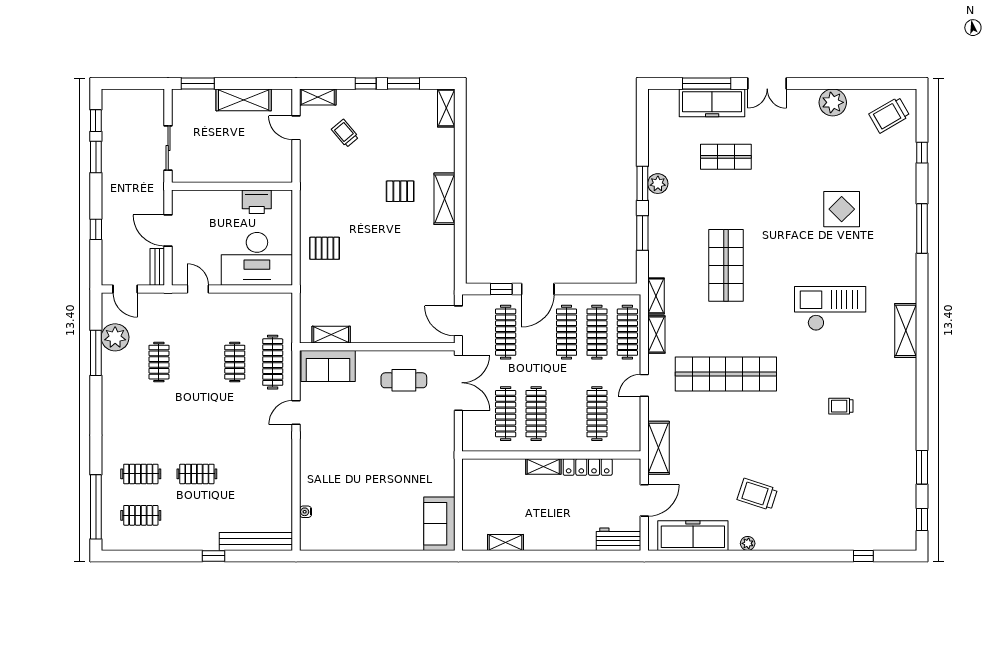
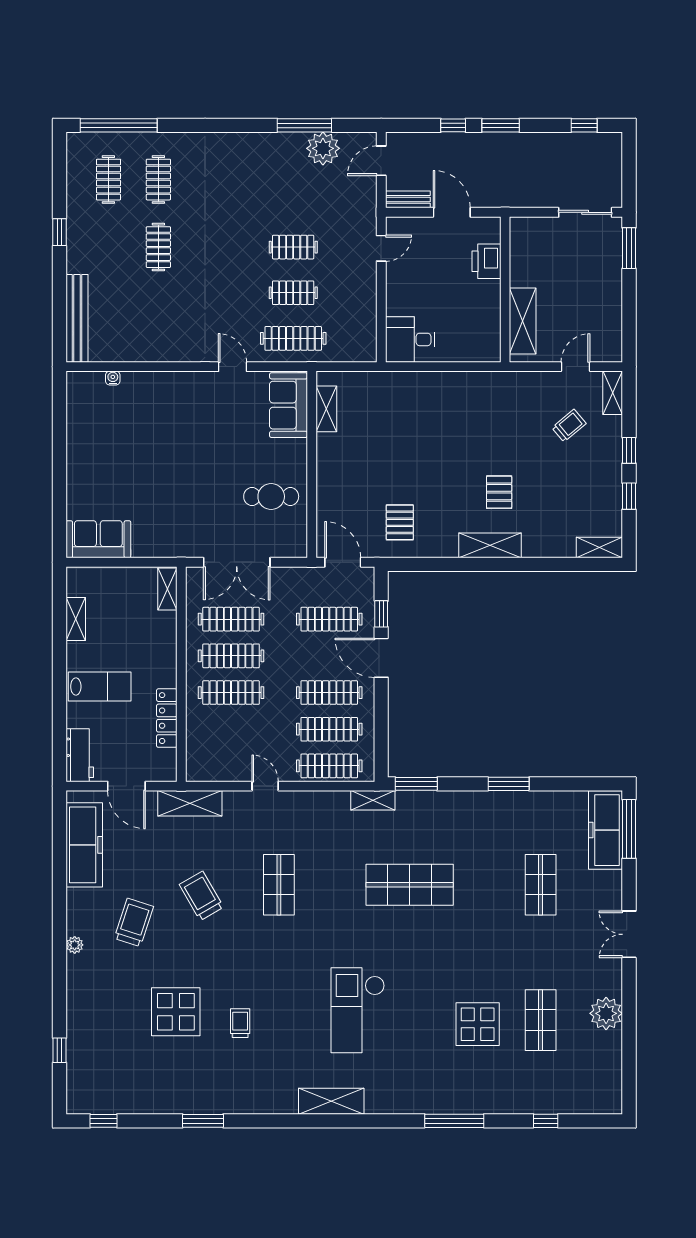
window: (404, 83) -> (629, 496), width x0.67
window: (707, 83) -> (629, 829), moved
shelving: (244, 100) -> (523, 321), moved
freezer: (712, 103) -> (606, 830), moved
trolley: (889, 115) -> (201, 896), moved
sliding door: (168, 148) -> (585, 212), moved
window: (96, 157) -> (501, 125), moved
shop shelf: (838, 157) -> (541, 1020), added
plant: (658, 184) -> (508, 803), removed
printer: (257, 202) -> (486, 261), moved
door: (168, 231) -> (452, 212), hinge flipped
window: (642, 233) -> (416, 784), moved
pallet: (325, 248) -> (400, 522), moved
desk: (257, 259) -> (410, 339), width x0.53, depth x0.77
checkout: (830, 309) -> (358, 1010), turned 180
door: (458, 321) -> (343, 562), hinge flipped
shelving: (656, 335) -> (326, 801), removed
clothes rail: (159, 362) -> (293, 247), moved
shop shelf: (726, 374) -> (279, 885), width x0.50, depth x0.74
cafe table: (404, 380) -> (271, 496), turned 90
double door: (458, 383) -> (237, 562), moved
clothes rail: (597, 414) -> (231, 693), moved
display table: (831, 459) -> (176, 1012), added
shelving: (543, 466) -> (167, 589), moved
window: (922, 467) -> (203, 1121), moved
lab bench: (561, 523) -> (100, 687), added
plant: (748, 543) -> (75, 945), moved
window: (214, 556) -> (60, 232), moved

